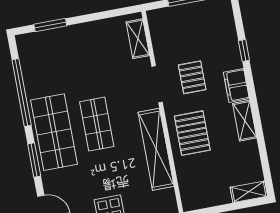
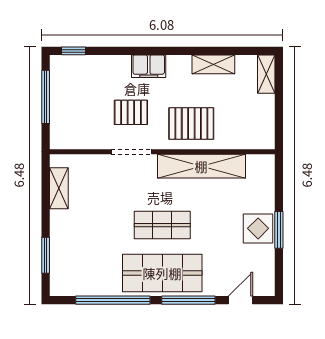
shelving: (138, 39) -> (59, 188), moved, turned 90
window: (244, 51) -> (74, 51), moved
shelving: (245, 121) -> (213, 64), moved
window: (34, 160) -> (188, 300), width x1.44

